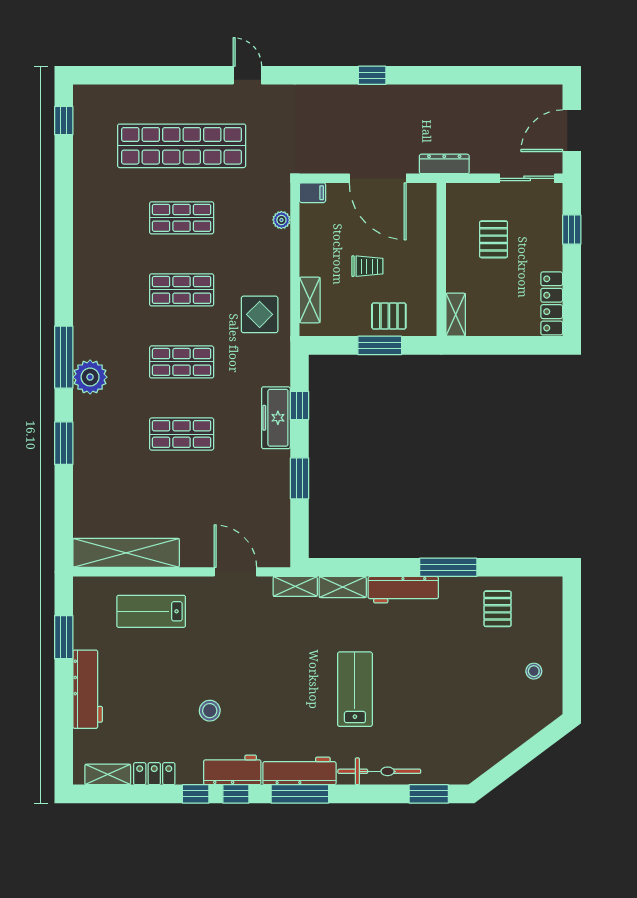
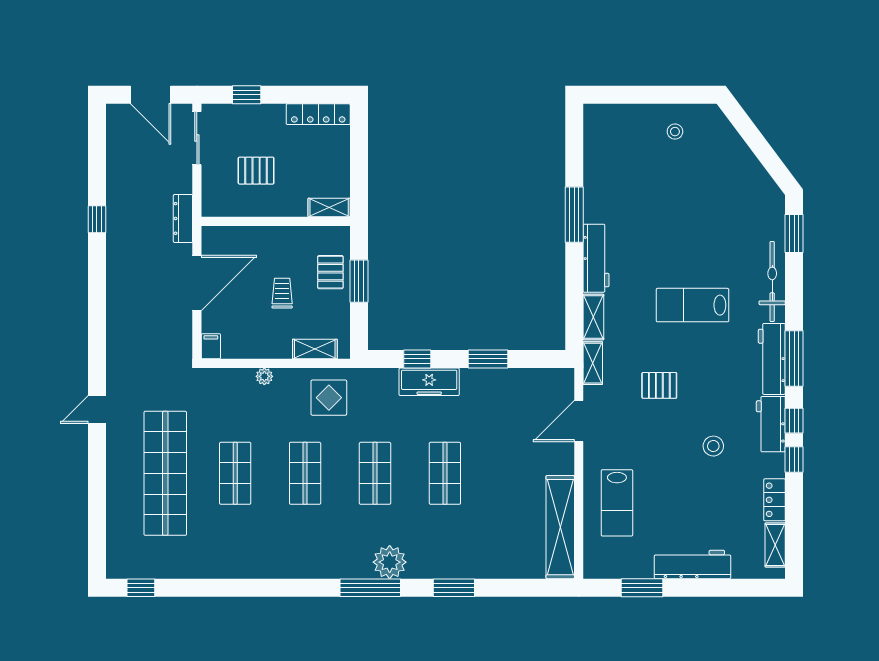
window: (372, 75) -> (97, 219), moved
plant: (281, 220) -> (264, 376), moved
pallet: (498, 609) -> (659, 385), moved

